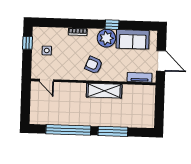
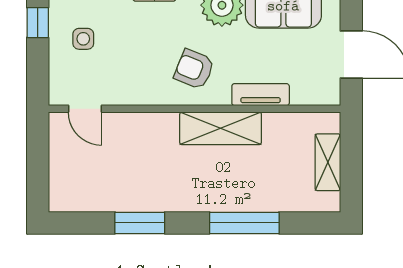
tv unit: (140, 77) -> (261, 95), moved
shelving: (149, 107) -> (328, 162), added
window: (68, 130) -> (140, 223), width x0.47

